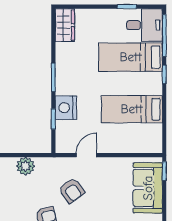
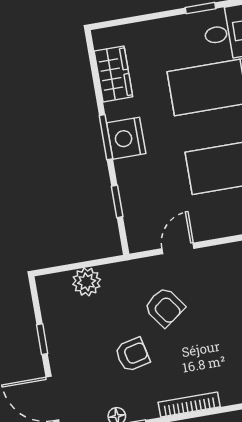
wardrobe: (65, 25) -> (113, 74), moved
nightstand: (66, 108) -> (126, 138), moved

